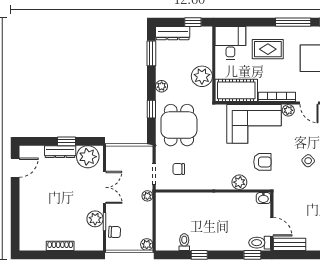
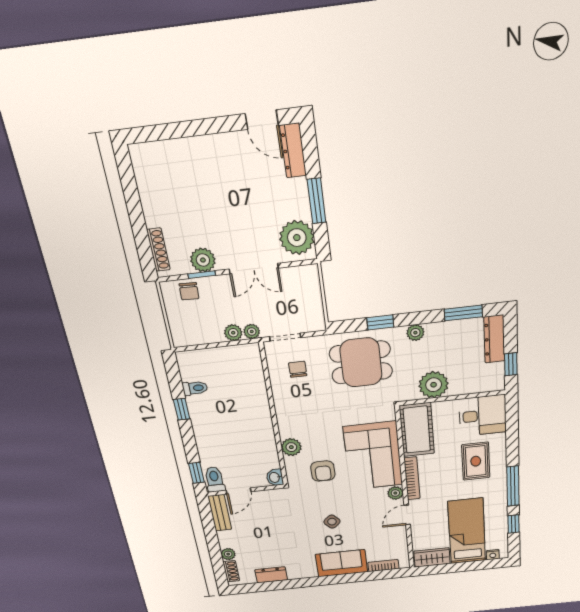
window: (66, 141) -> (317, 201), width x1.50
dresser: (60, 152) -> (293, 151), moved
plant: (147, 245) -> (233, 333), moved
shoe rack: (60, 246) -> (158, 250), moved

